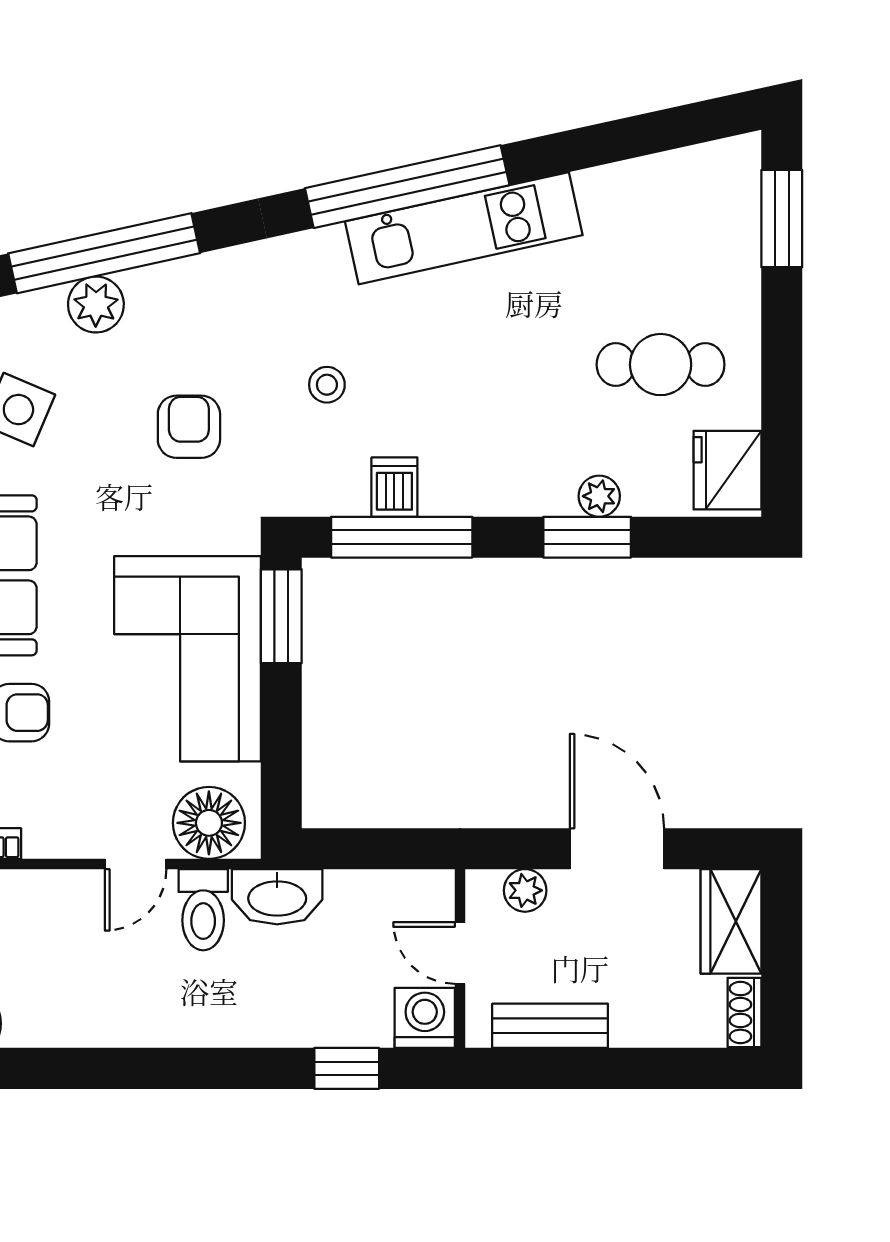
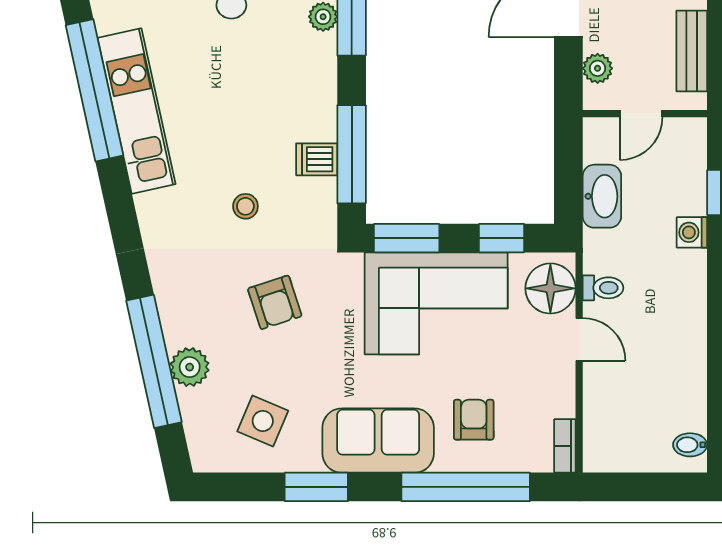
window: (407, 187) -> (94, 90), moved
armchair: (189, 427) -> (275, 302), turned -108
window: (281, 753) -> (502, 238), added
washbasin: (277, 897) -> (602, 196), moved
toilet: (203, 910) -> (603, 288), width x0.73, depth x0.72
washing machine: (425, 1018) -> (692, 232), moved, width x0.73, depth x0.73

